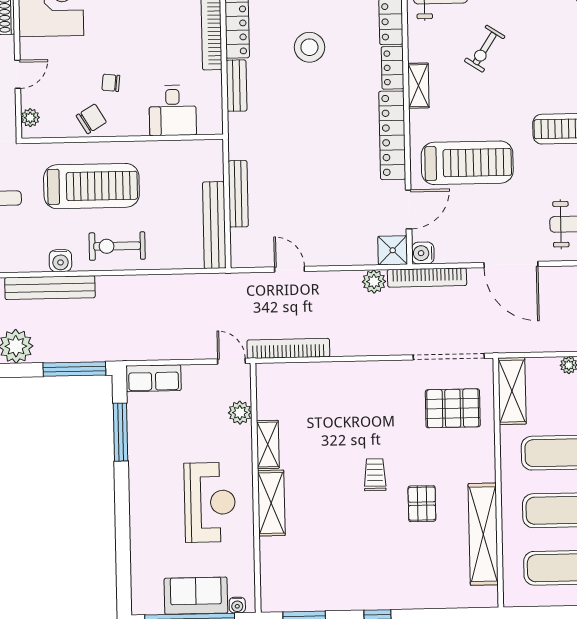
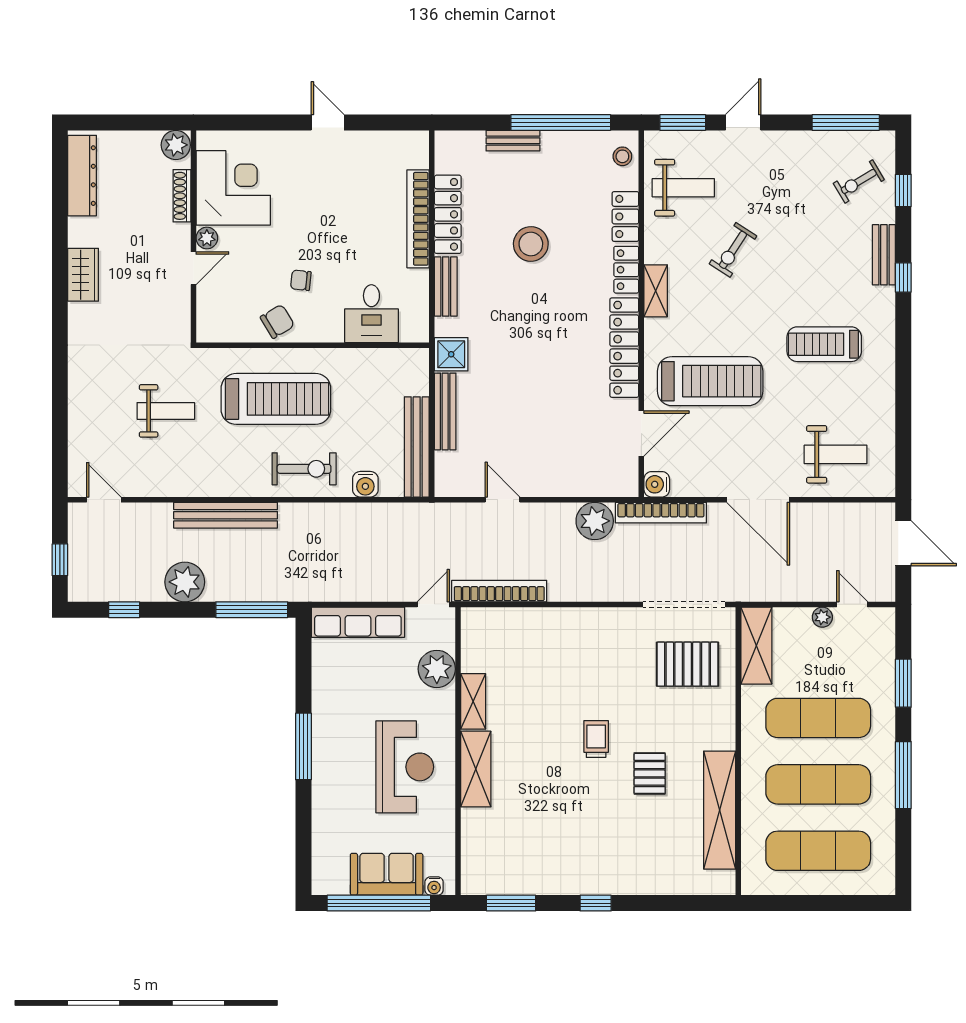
plant: (30, 118) -> (207, 238), moved
exercise bike: (117, 246) -> (304, 469), turned 180
shower: (393, 250) -> (451, 354), moved
water cooler: (60, 261) -> (365, 484), moved
plant: (374, 282) -> (595, 521), width x1.36, depth x1.36
door: (231, 361) -> (433, 604), hinge flipped
row of seats: (154, 378) -> (358, 622), width x1.48
plant: (240, 413) -> (437, 669), width x1.36, depth x1.36
window: (120, 432) -> (303, 746), moved

